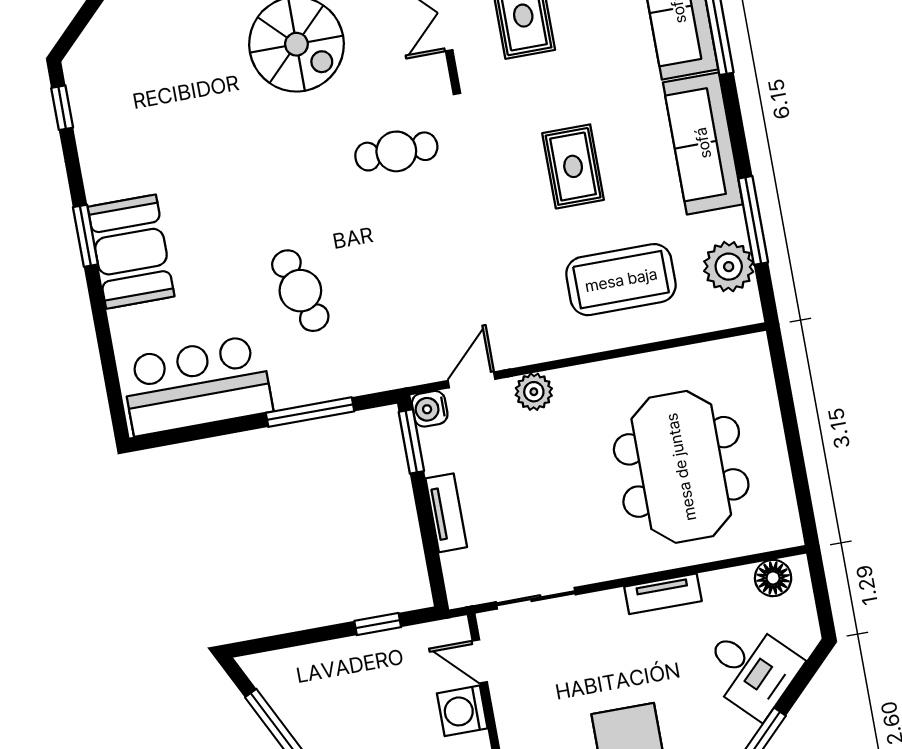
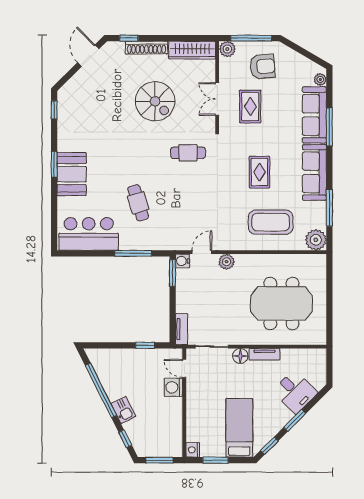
plant: (729, 267) -> (316, 240), moved
meeting table: (681, 467) -> (281, 304), turned 90
tv unit: (446, 513) -> (182, 329), moved
floor lamp: (773, 578) -> (240, 356), moved

